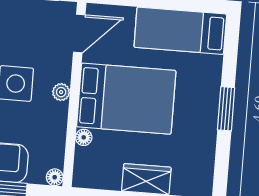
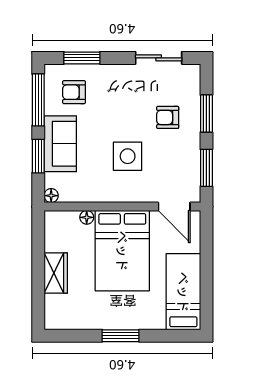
plant: (61, 92) -> (123, 195), removed

